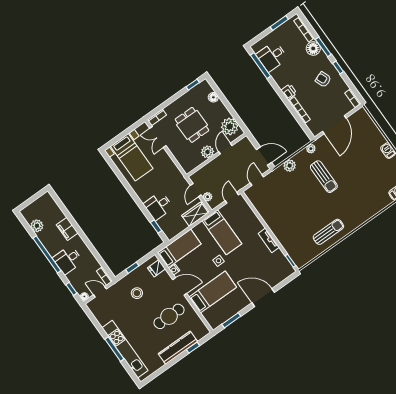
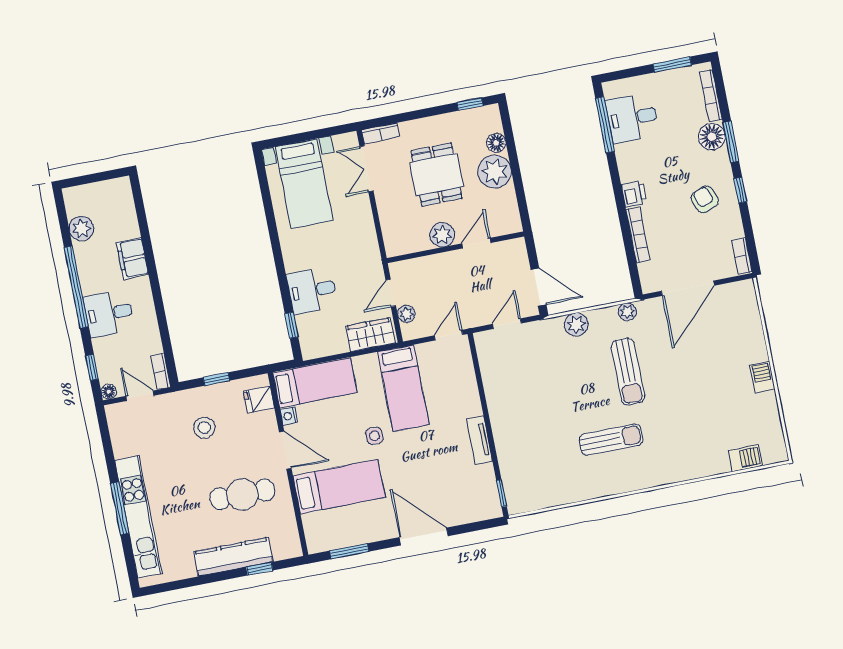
plant: (230, 126) -> (495, 172), moved
sun lounger: (328, 232) -> (611, 440), moved

